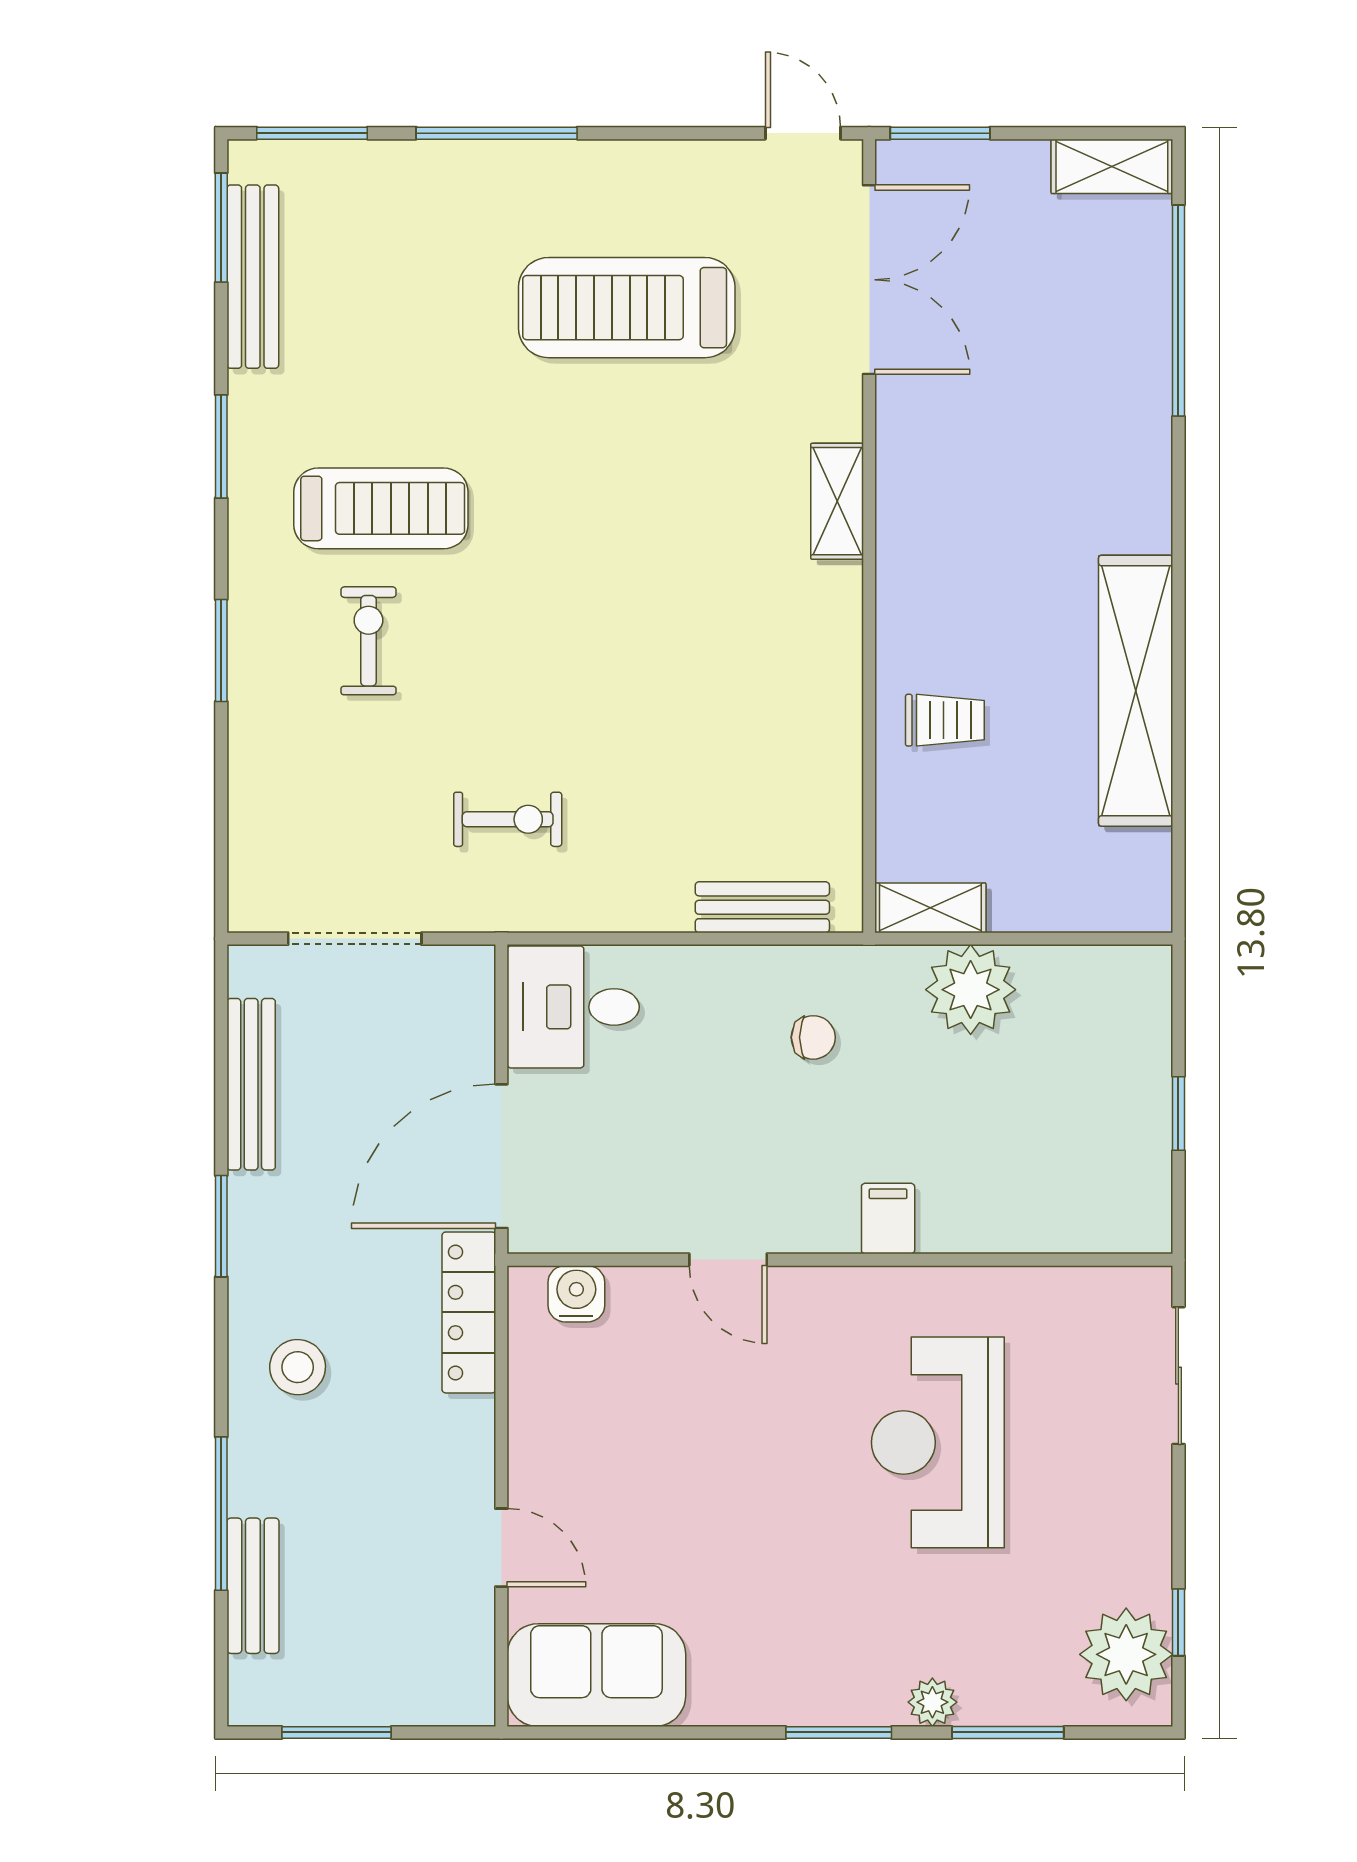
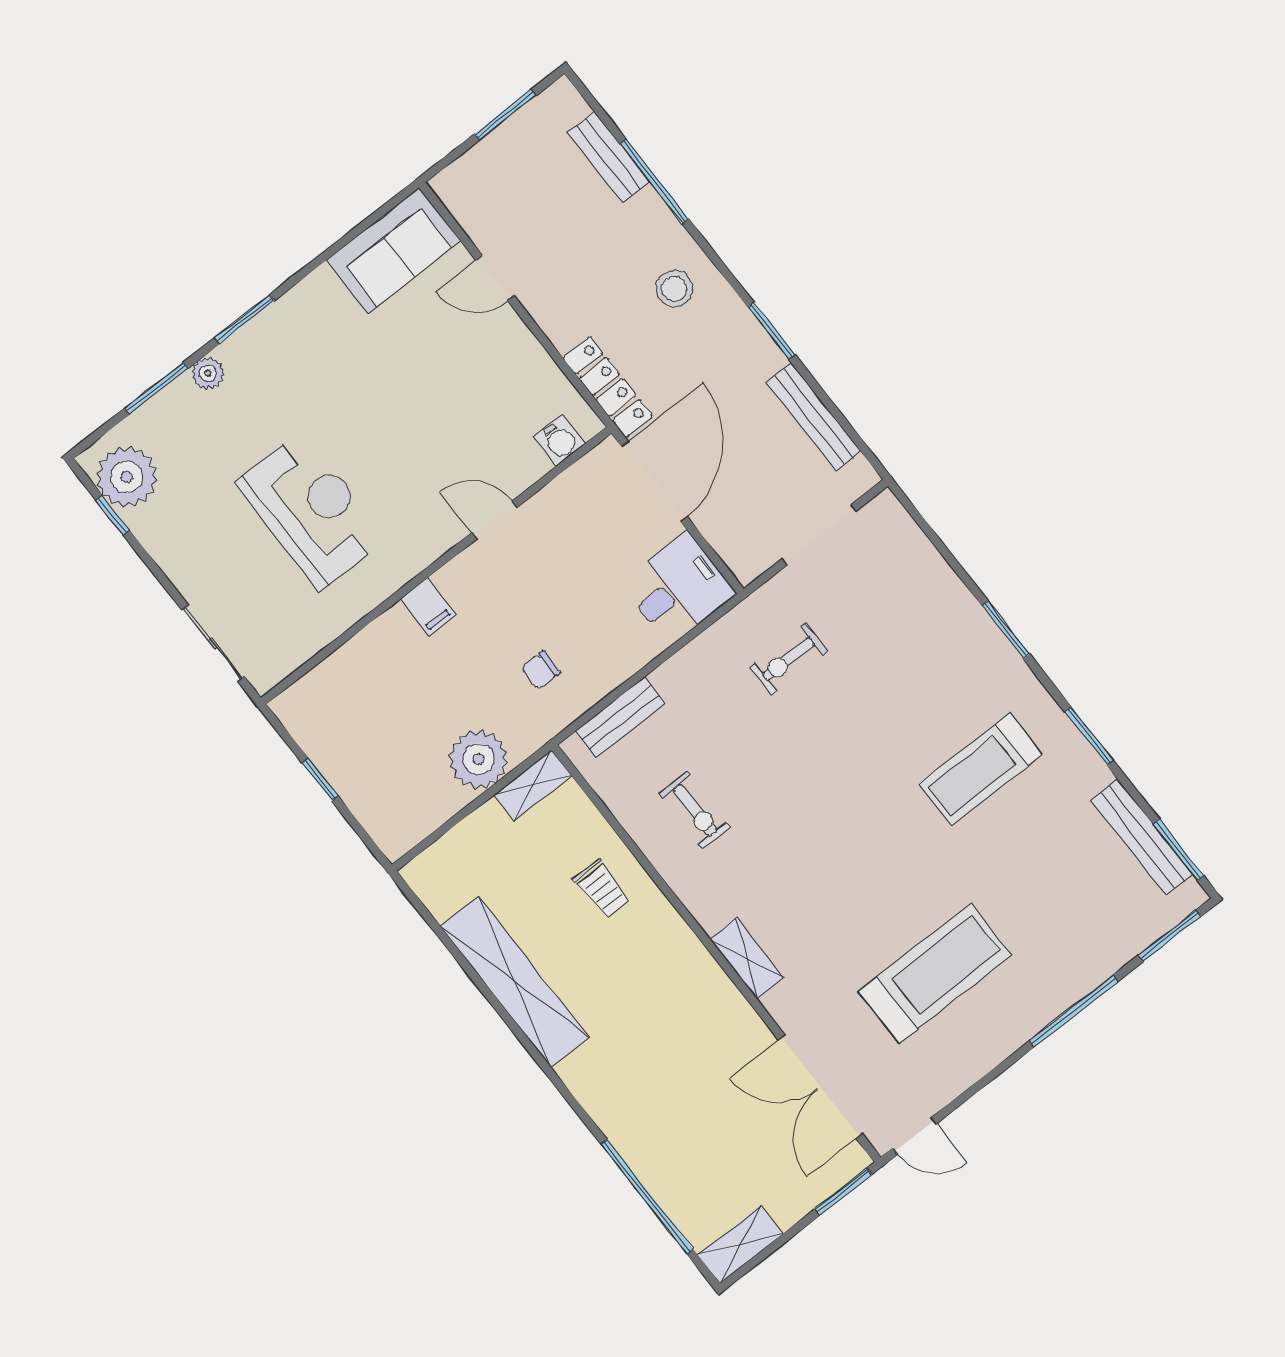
exercise bike: (368, 641) -> (695, 810), moved
trolley: (945, 720) -> (602, 889), turned -90

